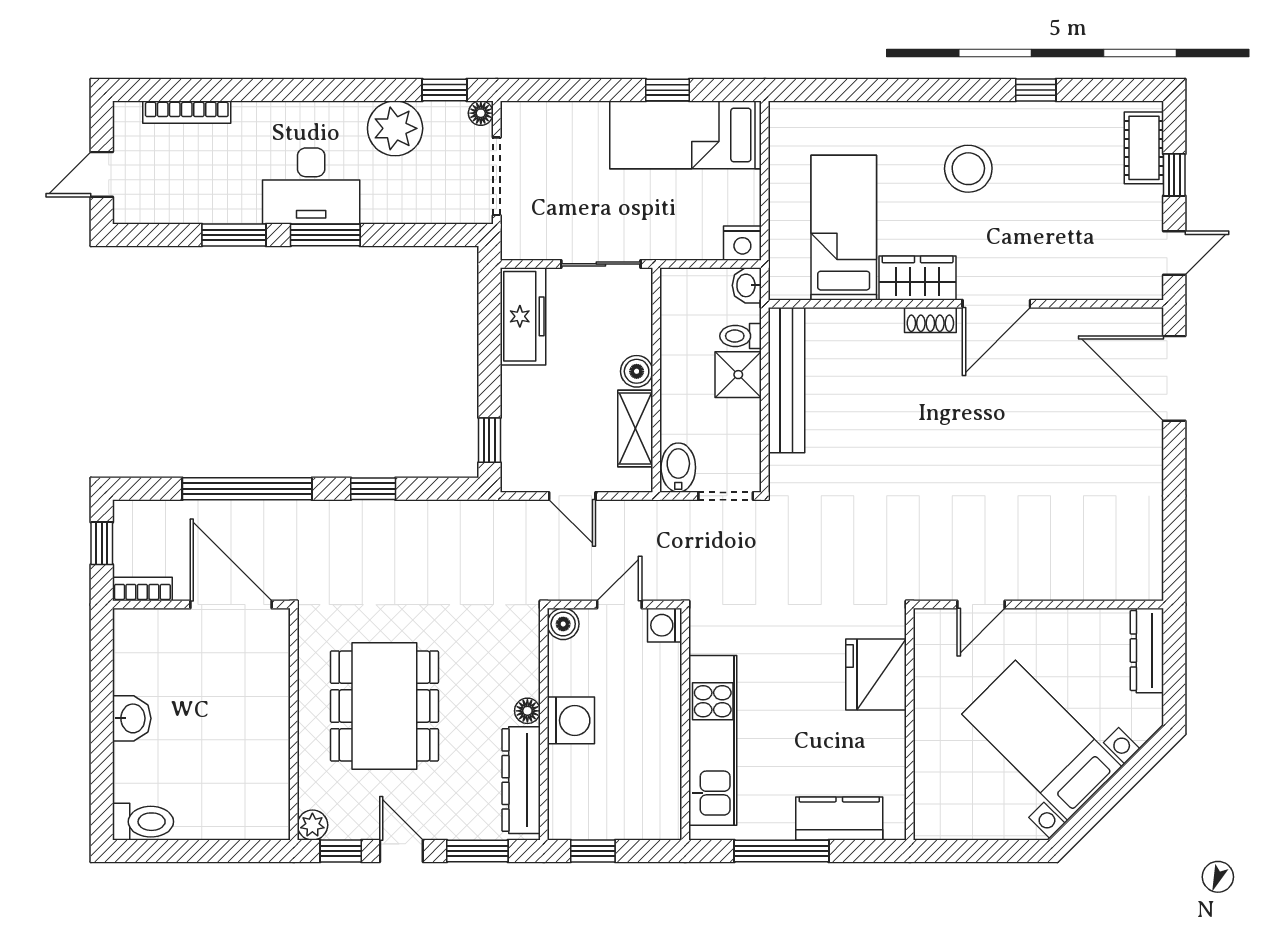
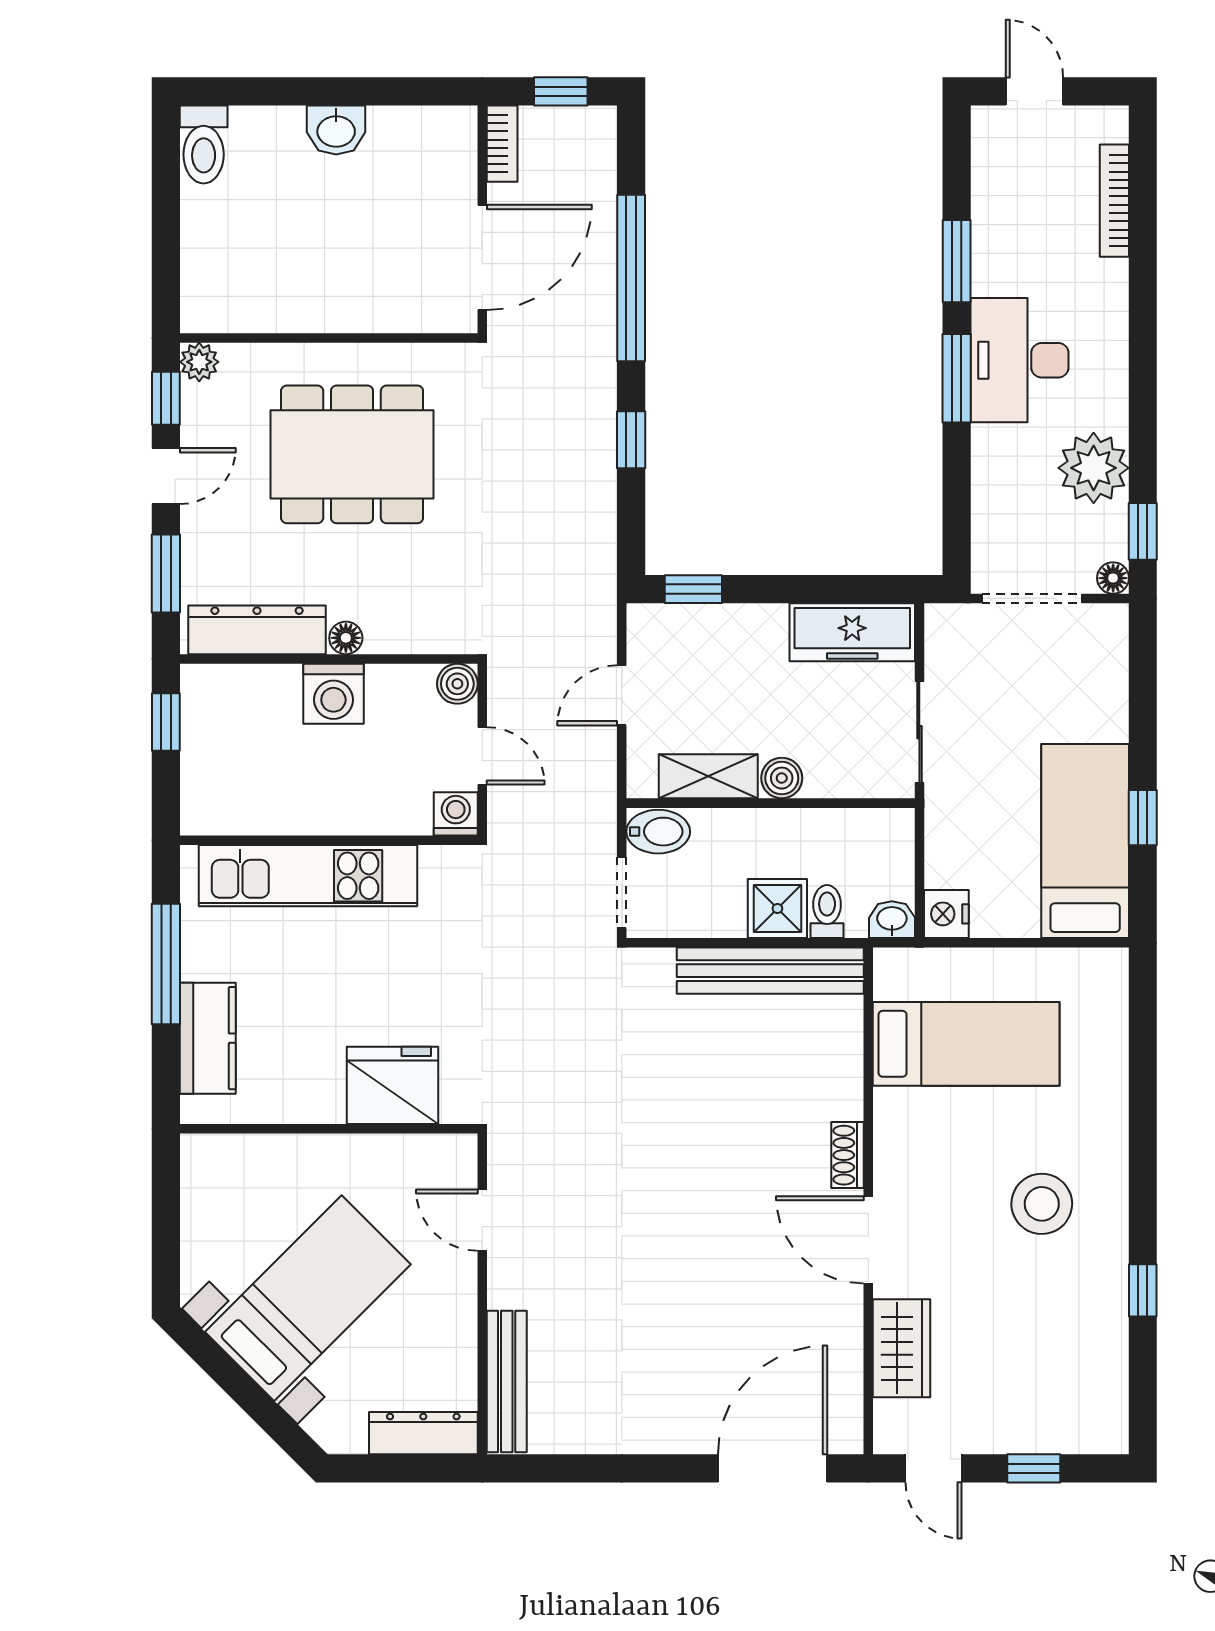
cot: (1144, 148) -> (1069, 1429), removed
wardrobe: (918, 278) -> (901, 1348), moved
bench: (1107, 586) -> (507, 1381), added

